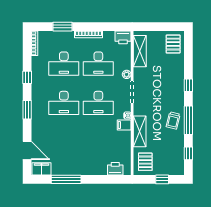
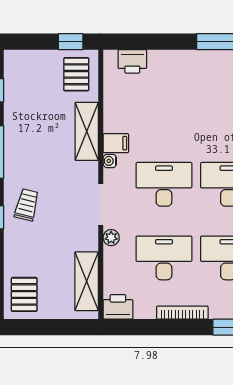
trolley: (173, 120) -> (27, 205), moved
window: (162, 179) -> (71, 42), moved

